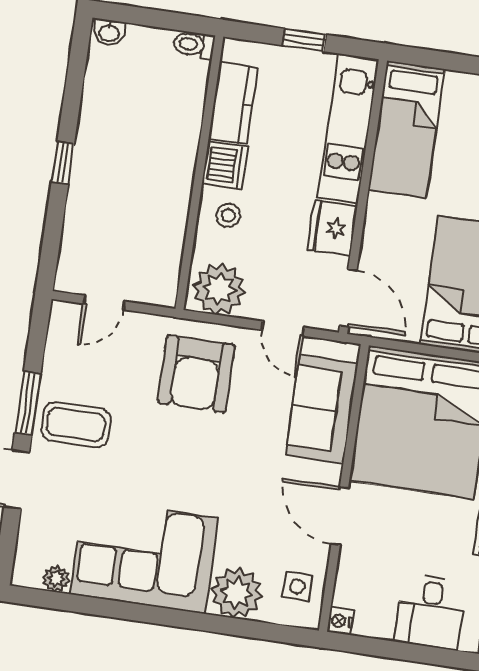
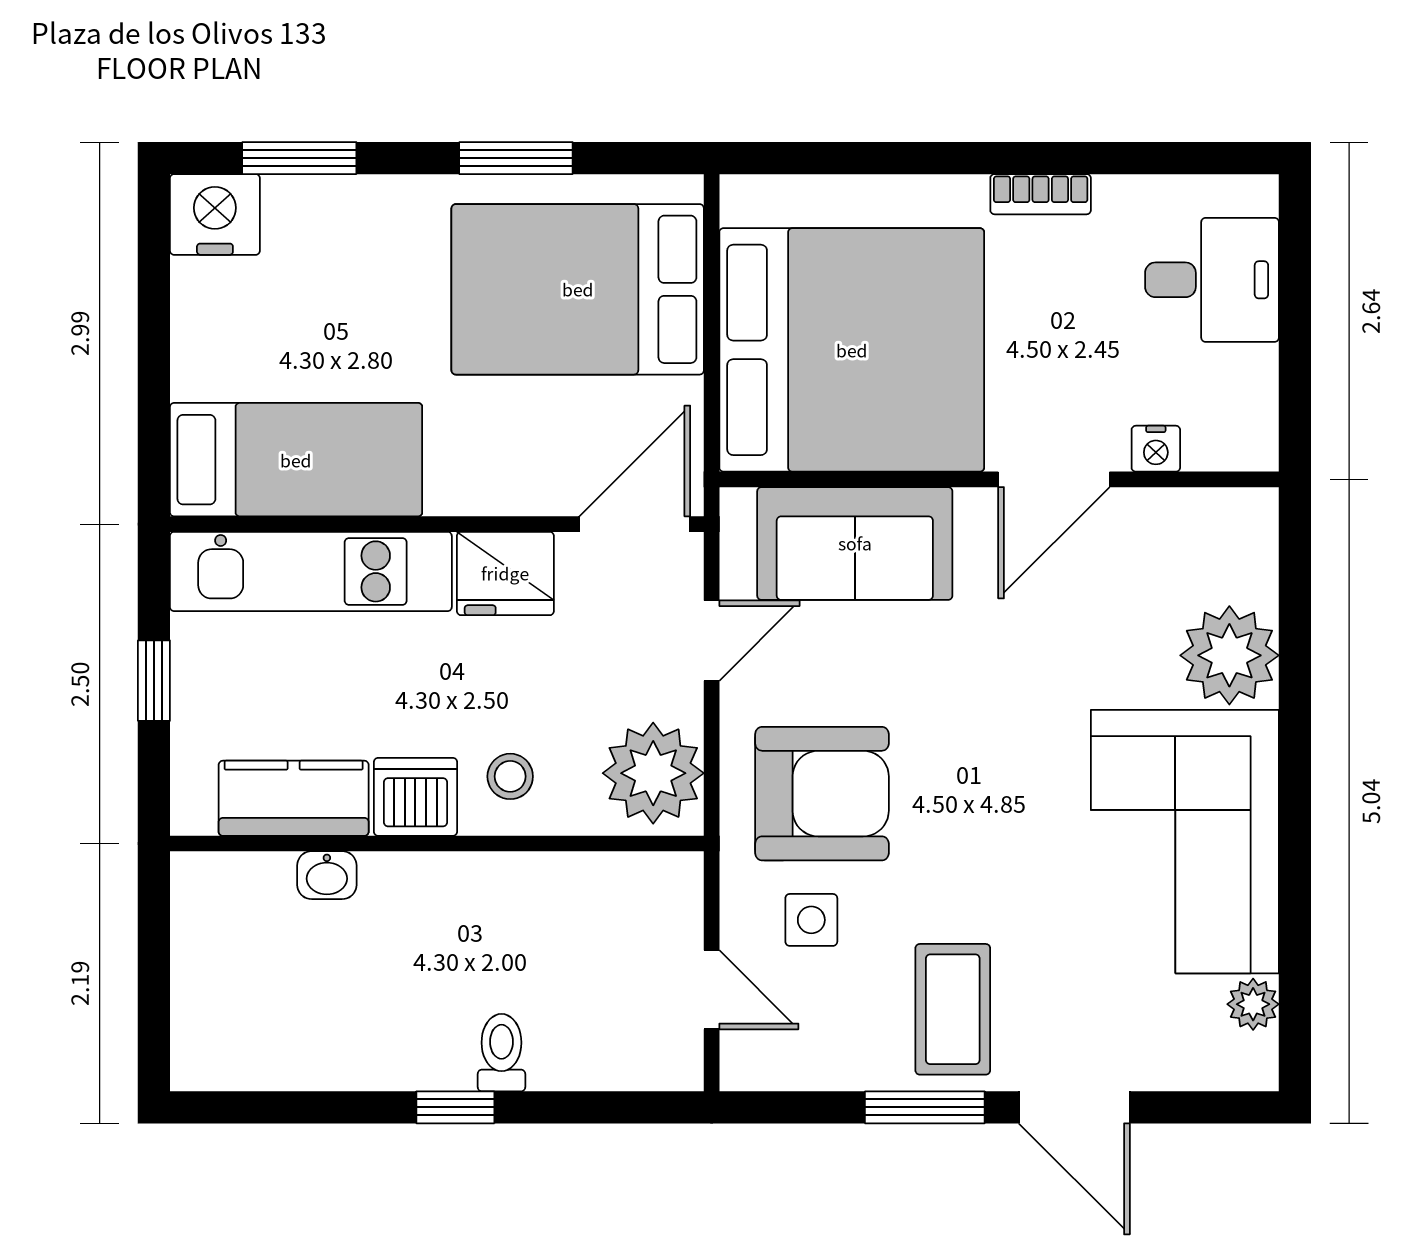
washbasin: (109, 32) -> (327, 875), moved, turned 90
toilet: (194, 45) -> (501, 1053), moved, turned 180
side table: (297, 586) -> (811, 920), moved
nightstand: (341, 621) -> (1156, 449), moved

